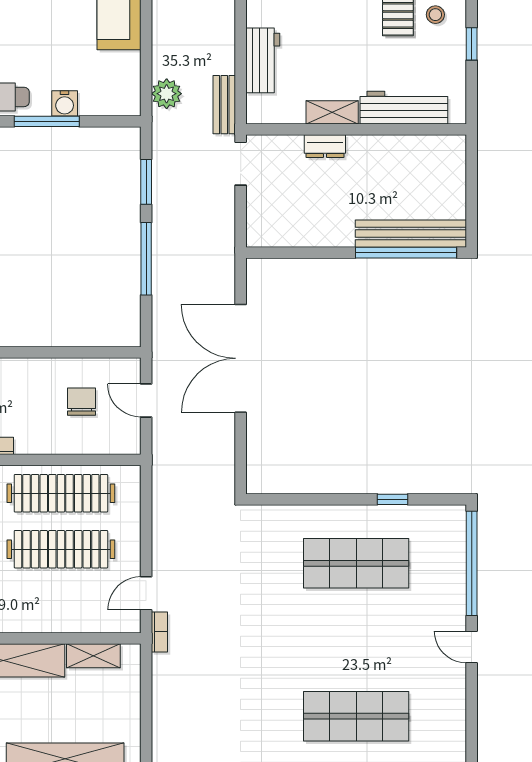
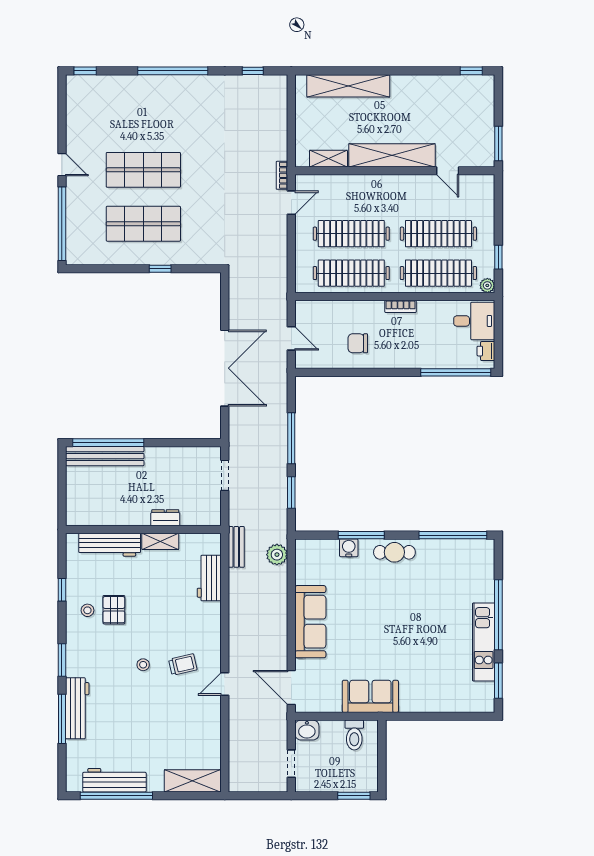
doorway: (241, 164) -> (225, 475), moved
chair: (82, 402) -> (358, 343), moved, turned 90
window: (392, 499) -> (160, 269), moved
shop shelf: (356, 716) -> (143, 170), moved

